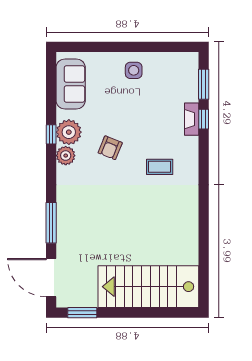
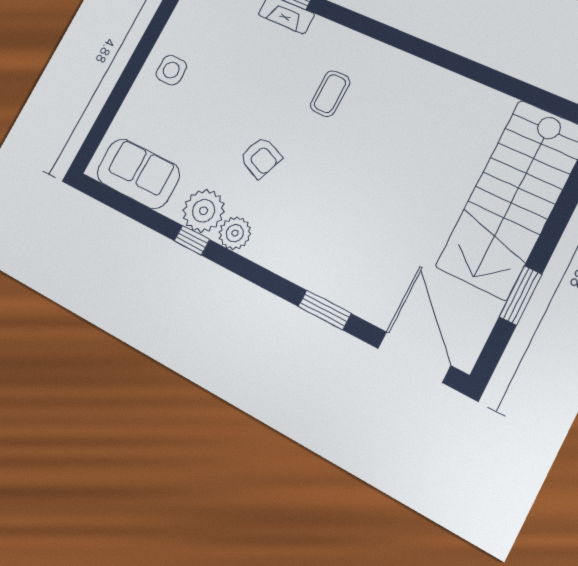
window: (51, 223) -> (325, 310), width x0.69
door: (51, 278) -> (414, 357), swing flipped
window: (82, 313) -> (520, 296), moved

